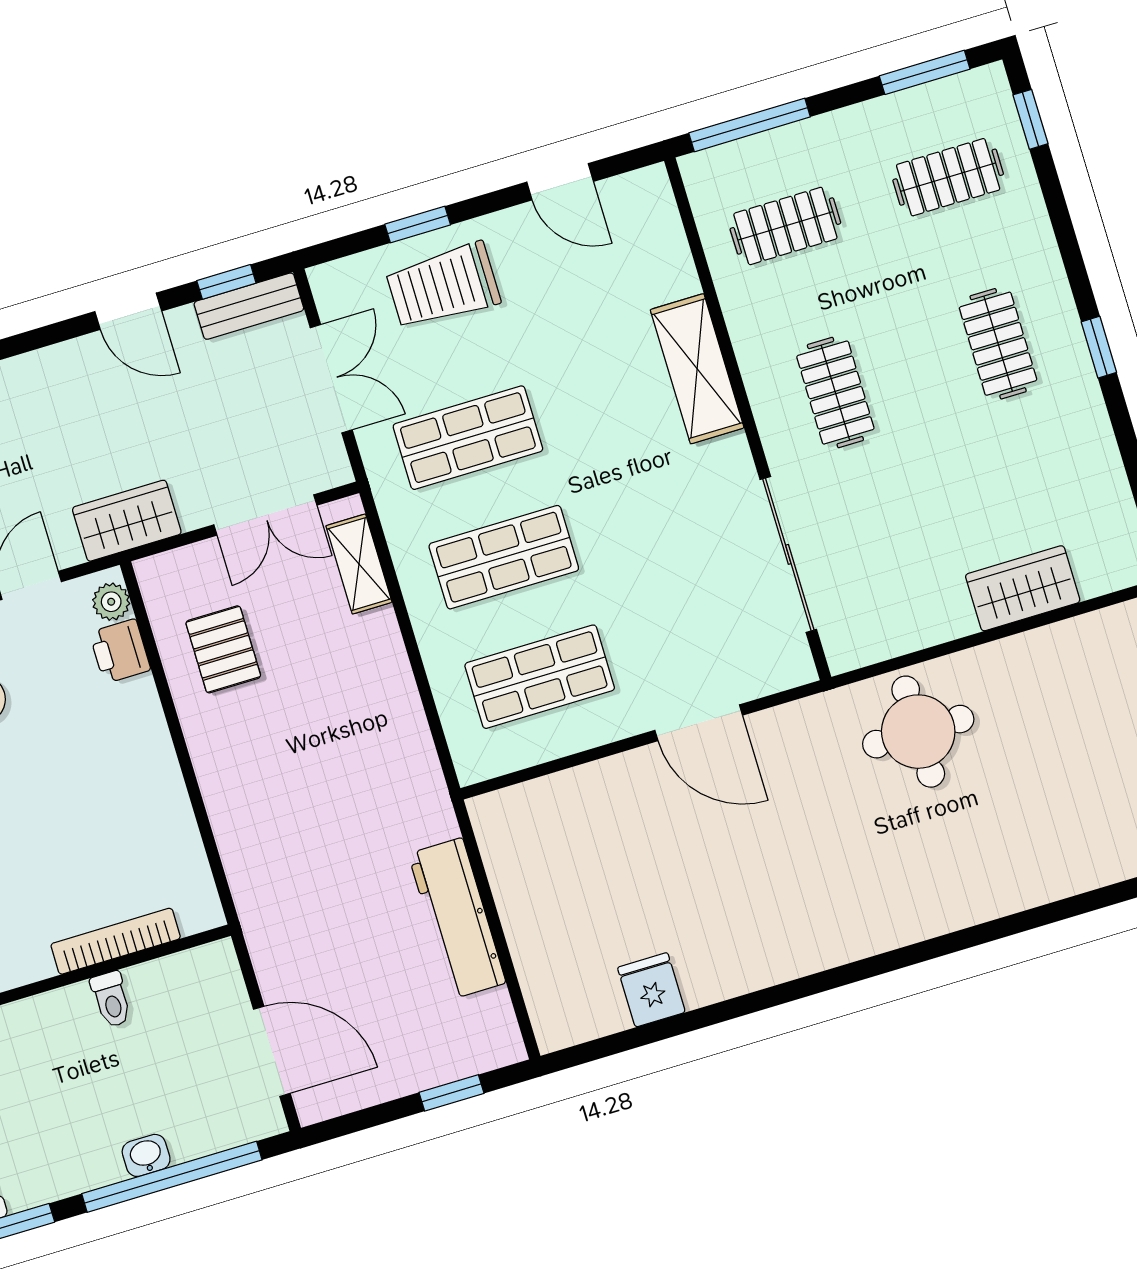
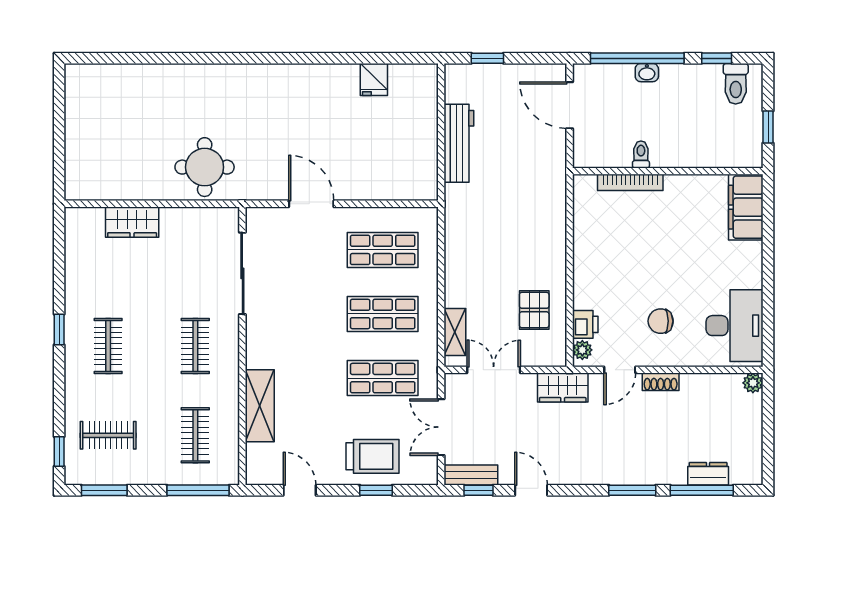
clothes rail: (785, 226) -> (195, 435), turned 90
shelving: (697, 369) -> (260, 406), moved

